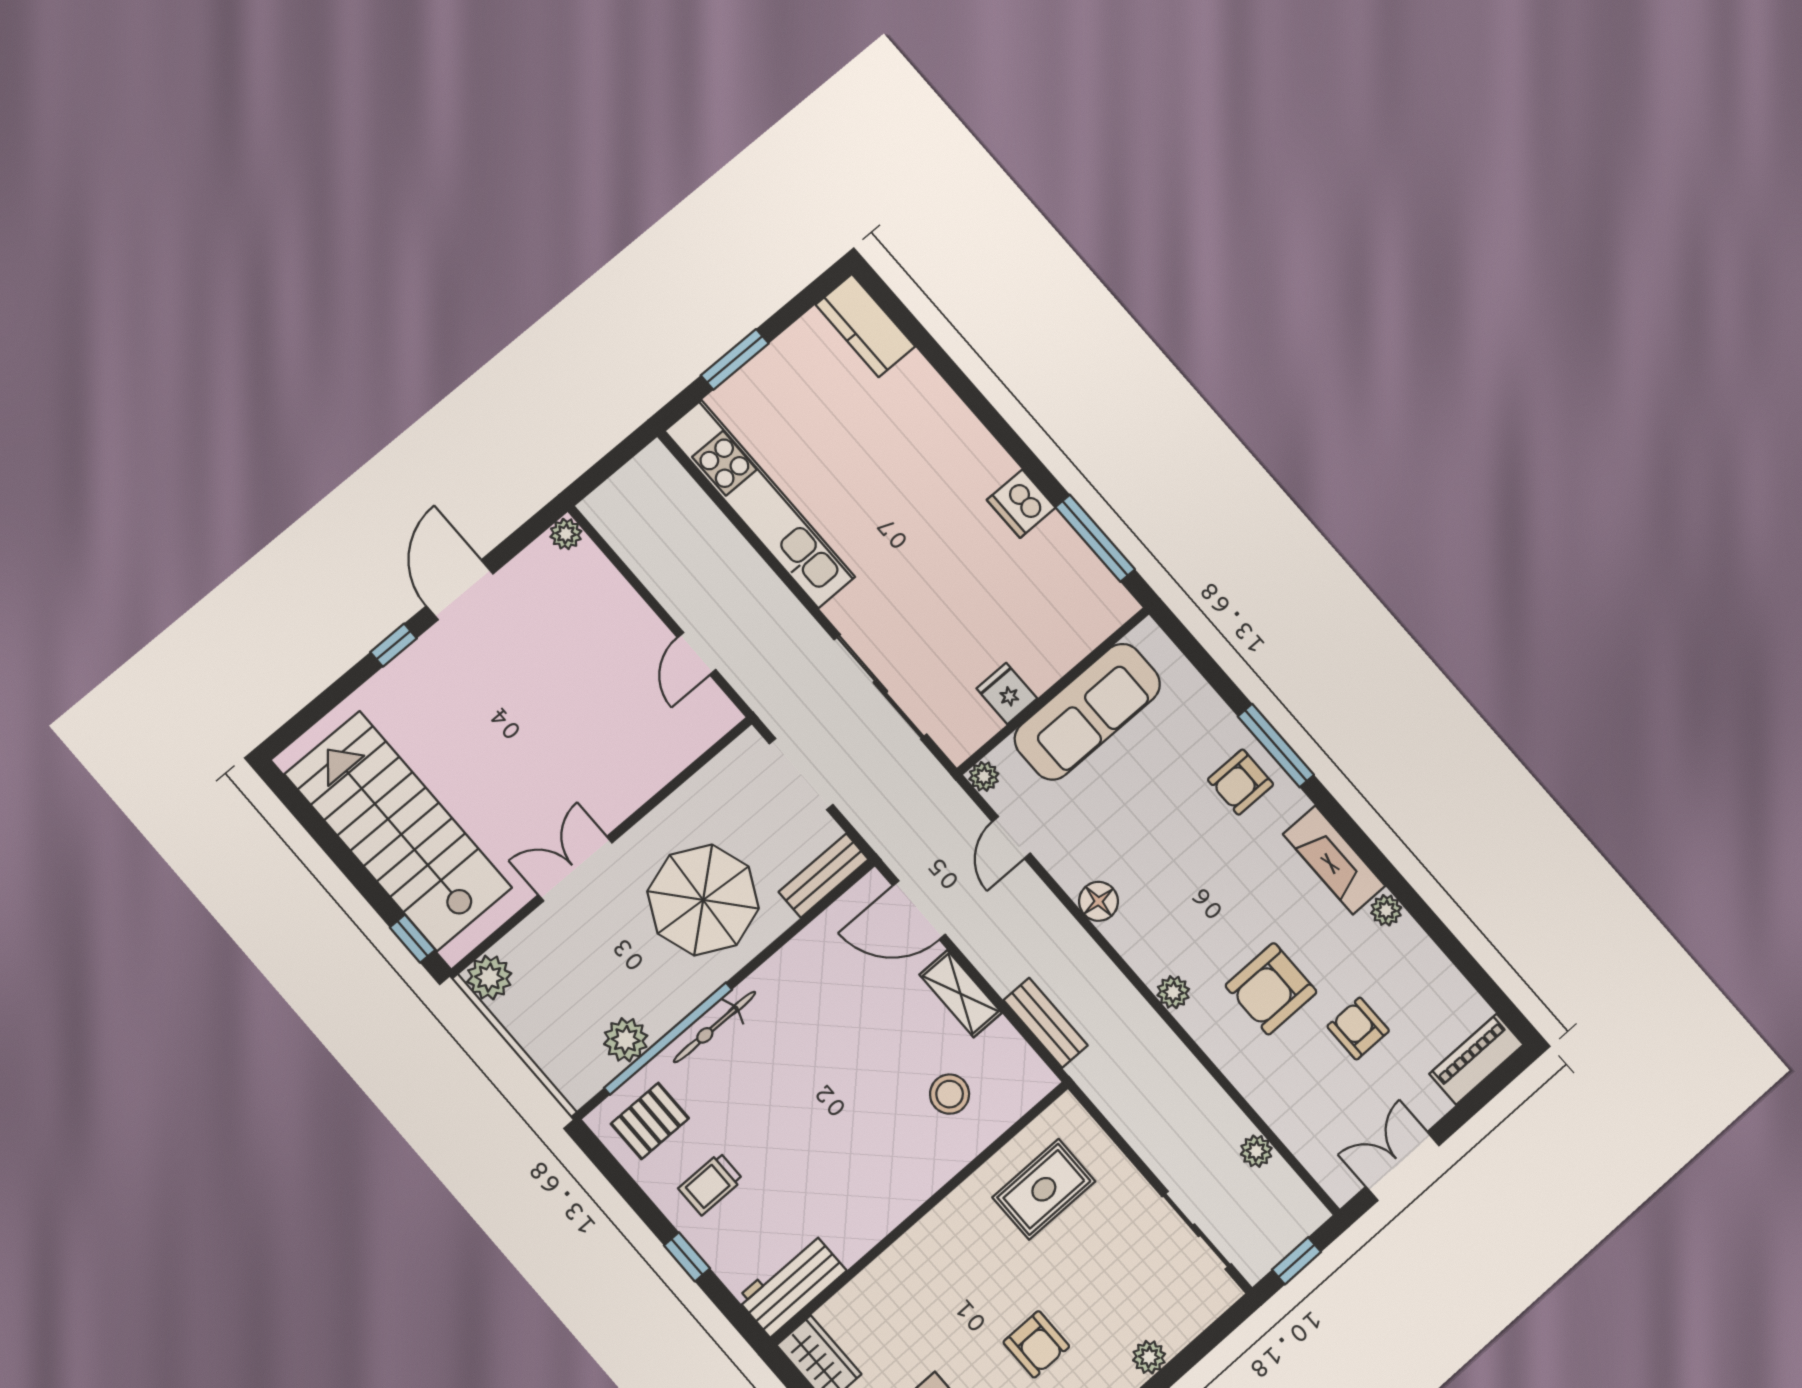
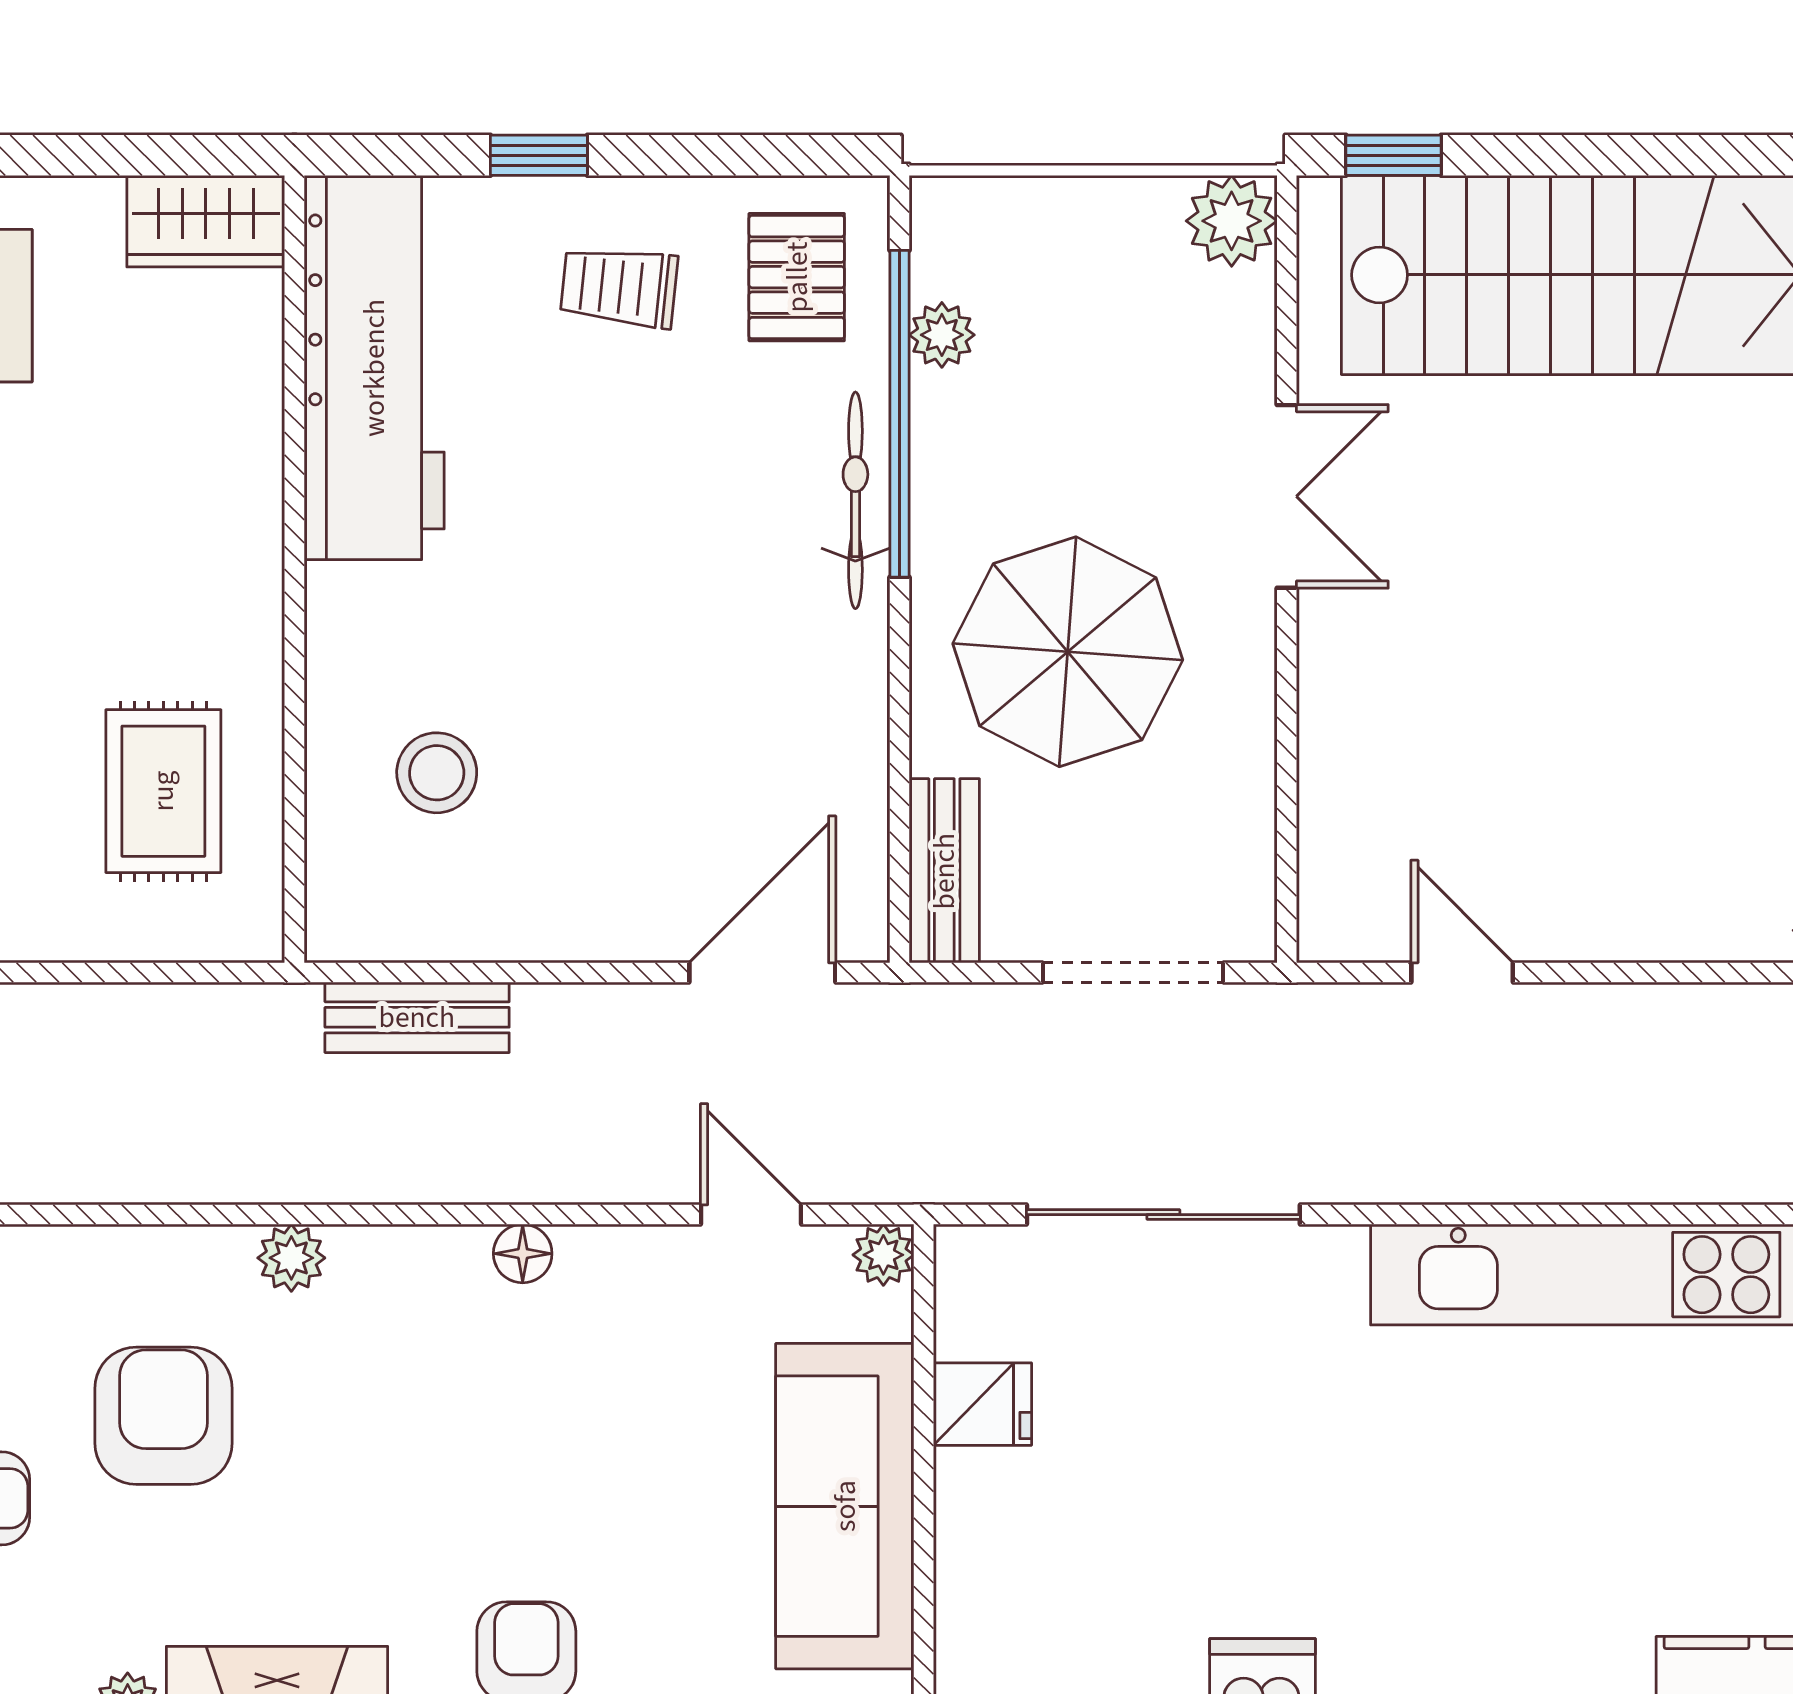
floor lamp: (1099, 901) -> (523, 1254), width x0.73, depth x0.73
shelving: (961, 994) -> (577, 924), removed
plant: (626, 1040) -> (942, 335), width x0.73, depth x0.73
trolley: (711, 1184) -> (619, 287), turned -84
workbench: (791, 1285) -> (374, 368), width x1.87, depth x1.32

